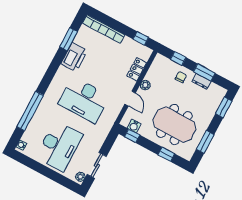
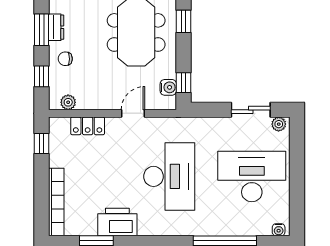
plant: (145, 85) -> (68, 102), moved

